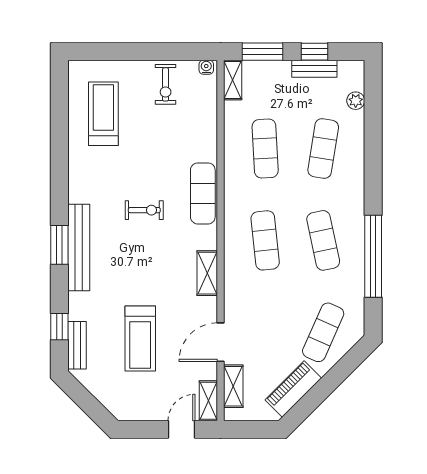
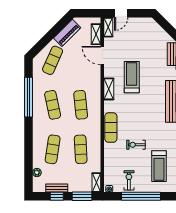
window: (141, 52) -> (141, 196), added
exercise bike: (144, 210) -> (136, 145), moved
treadmill: (140, 338) -> (132, 77), moved
door: (221, 342) -> (102, 56), swing flipped

